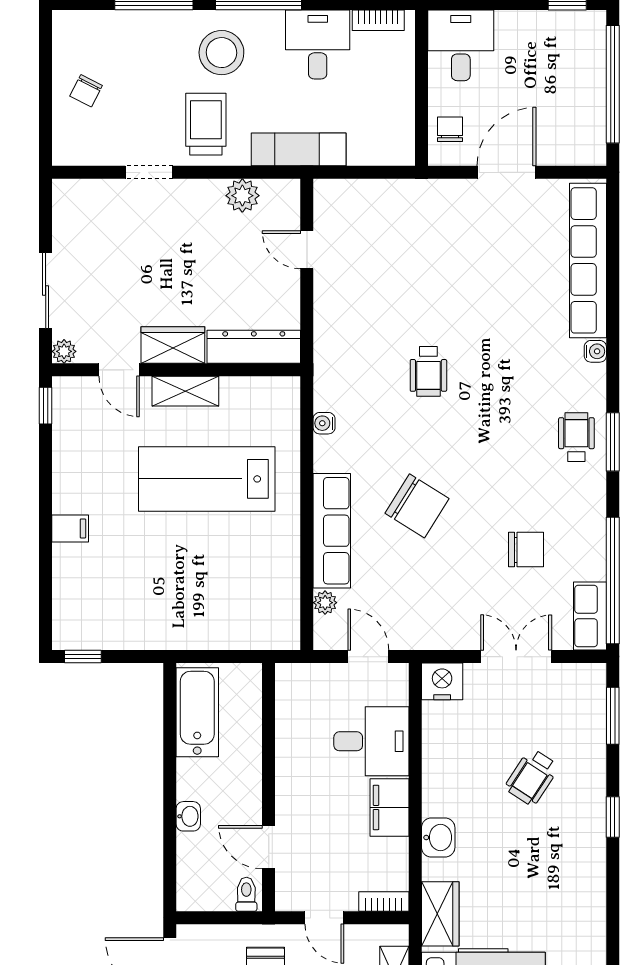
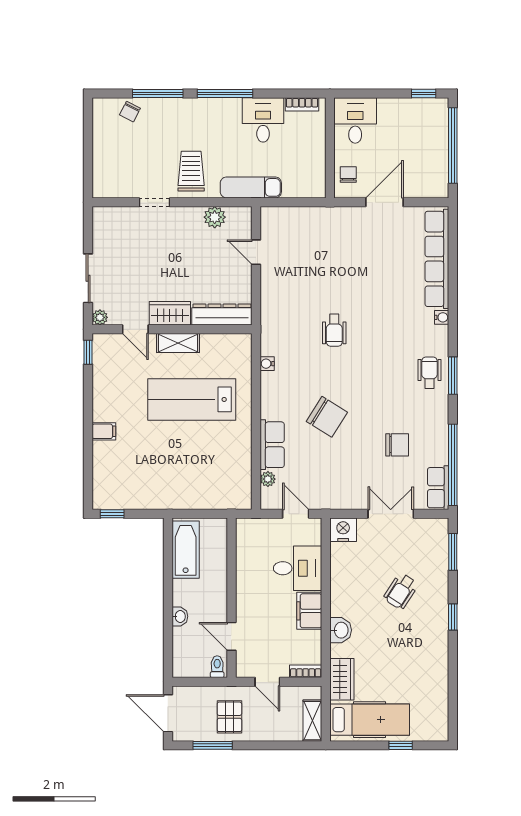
stool: (221, 53) -> (201, 125), removed
chair: (86, 91) -> (130, 112), moved
row of seats: (332, 531) -> (272, 445), width x0.68

